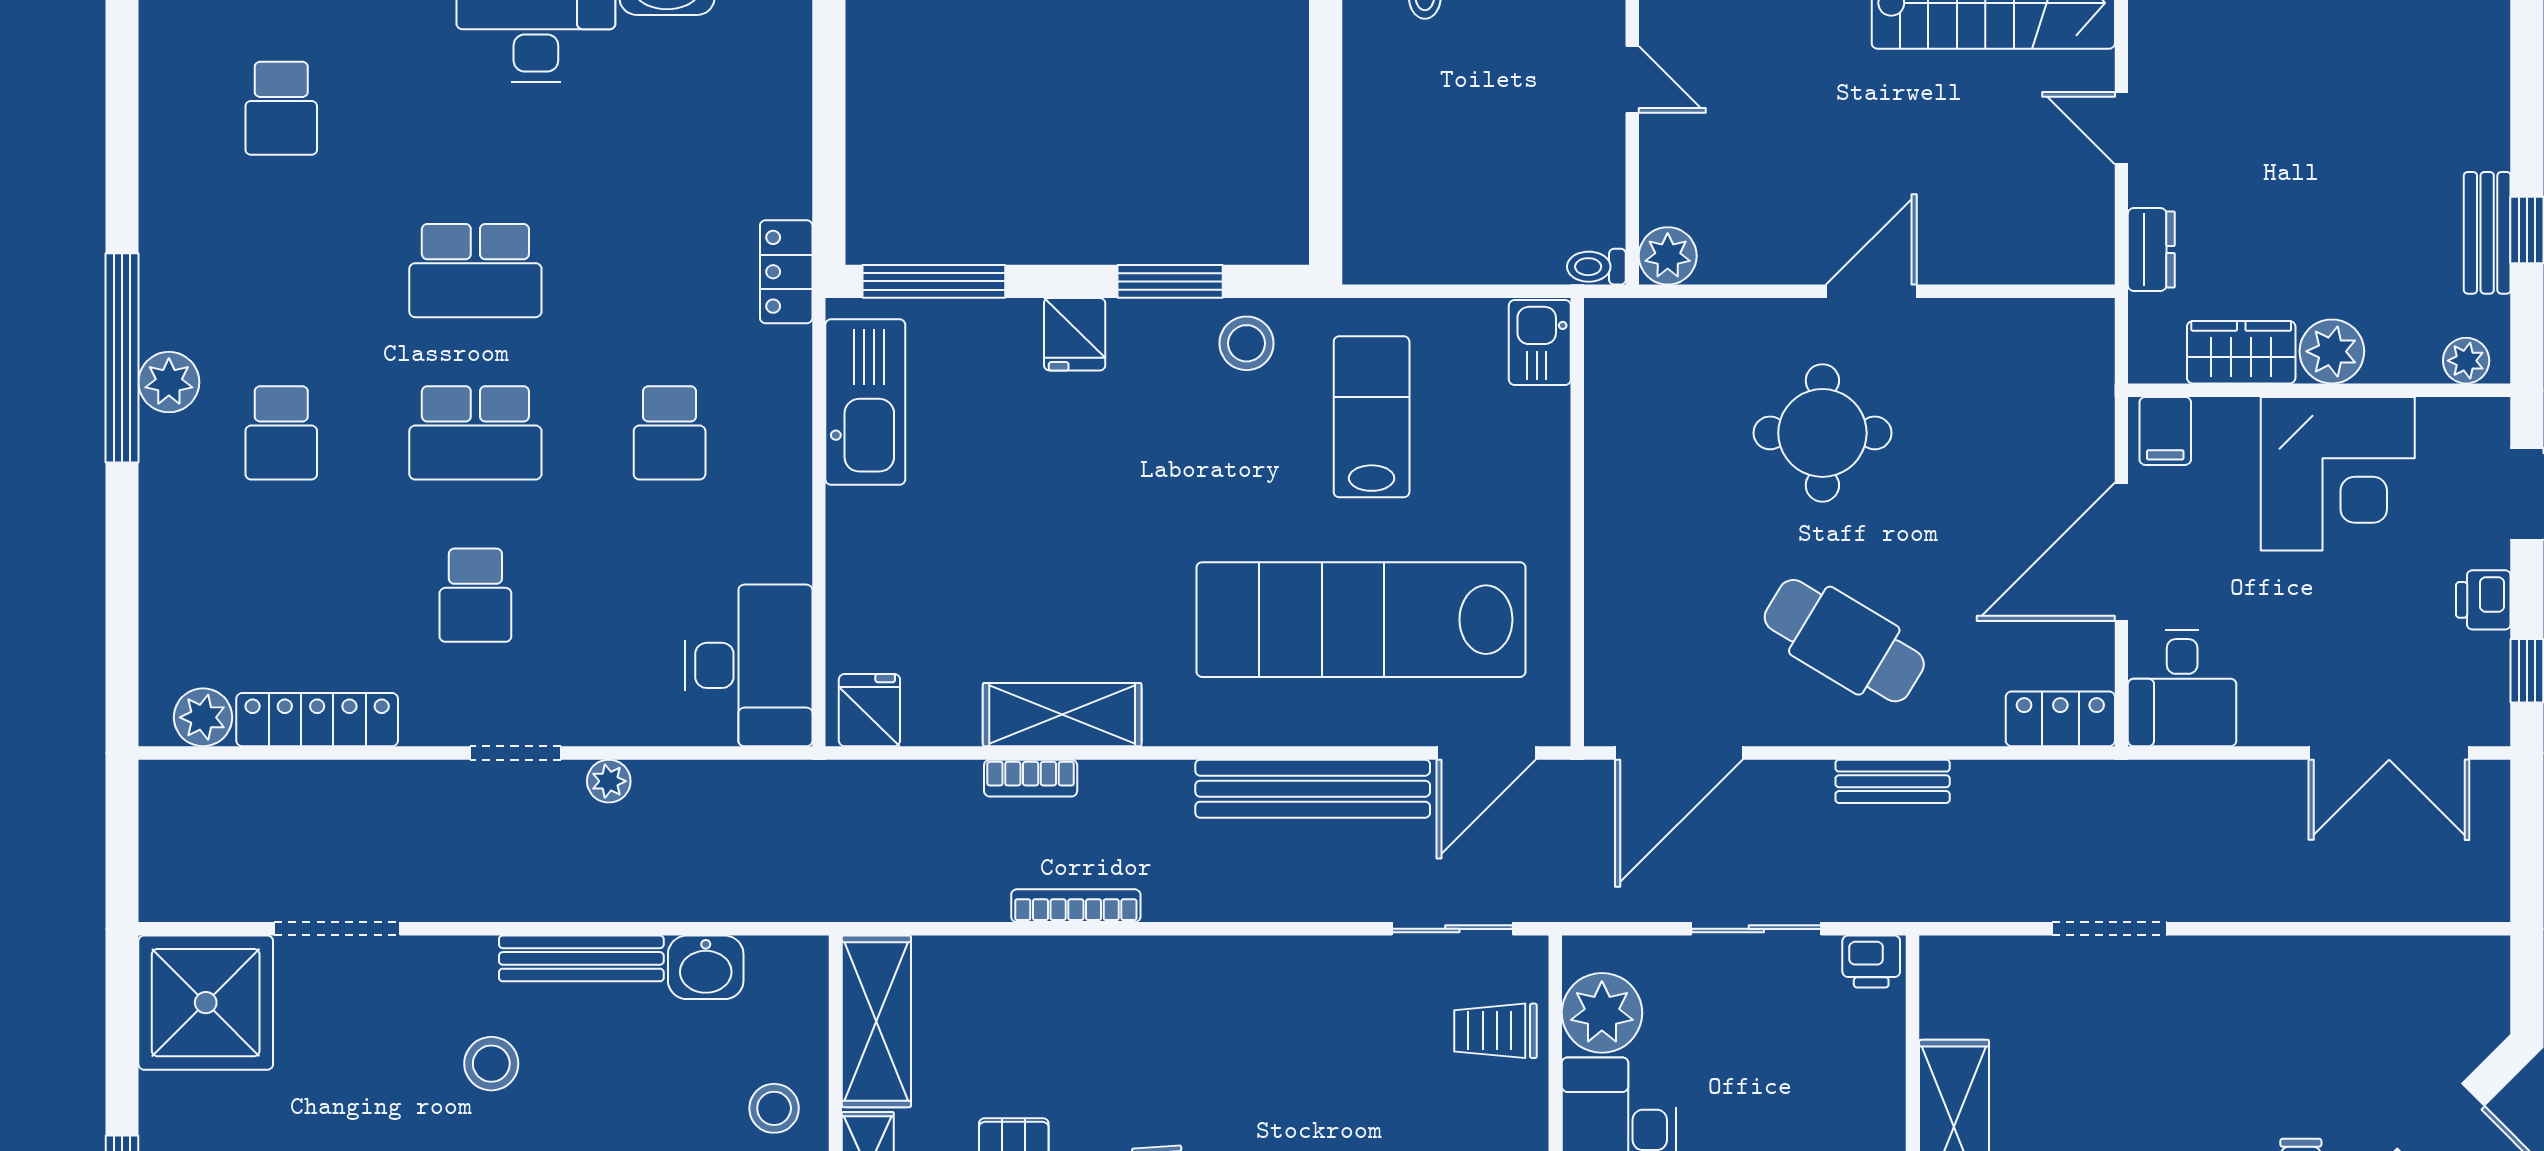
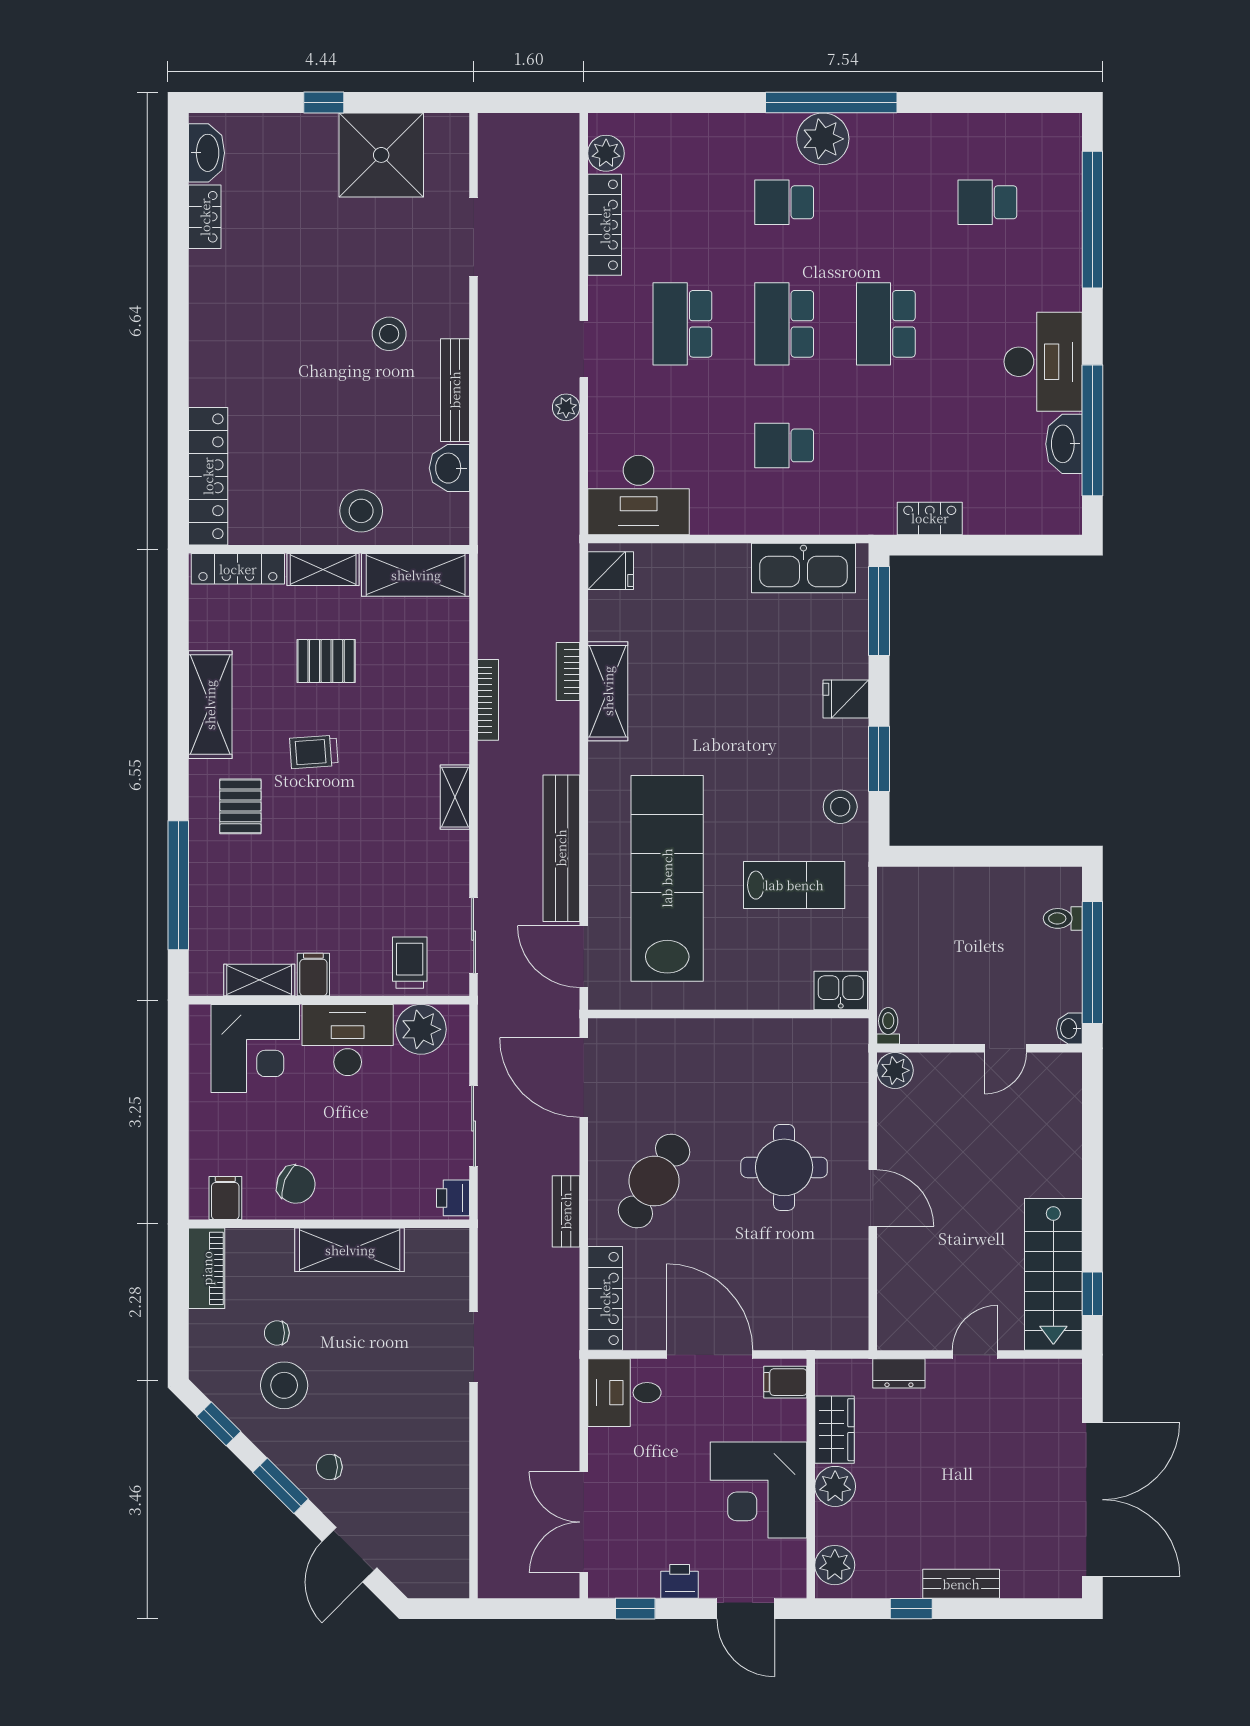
bench: (2487, 233) -> (961, 1584), moved
locker: (786, 272) -> (930, 518), moved
plant: (2466, 361) -> (835, 1565), width x1.38, depth x1.38
plant: (169, 382) -> (823, 139), width x1.36, depth x1.36
school desk: (475, 595) -> (682, 324), width x1.85
locker: (2060, 719) -> (605, 1298), width x1.53
shelving: (1231, 959) -> (455, 797), added
shower: (206, 1003) -> (381, 155), moved
stool: (774, 1108) -> (361, 511), width x1.38, depth x1.38

